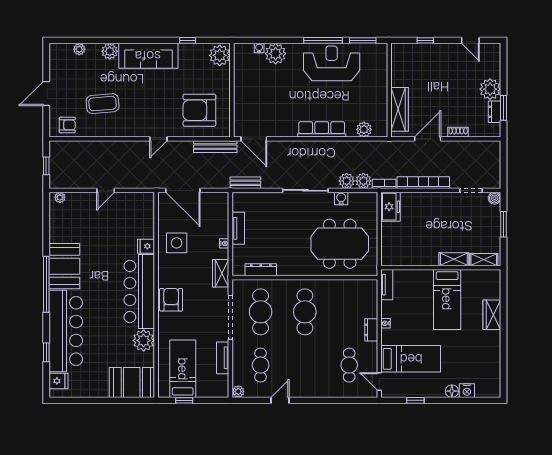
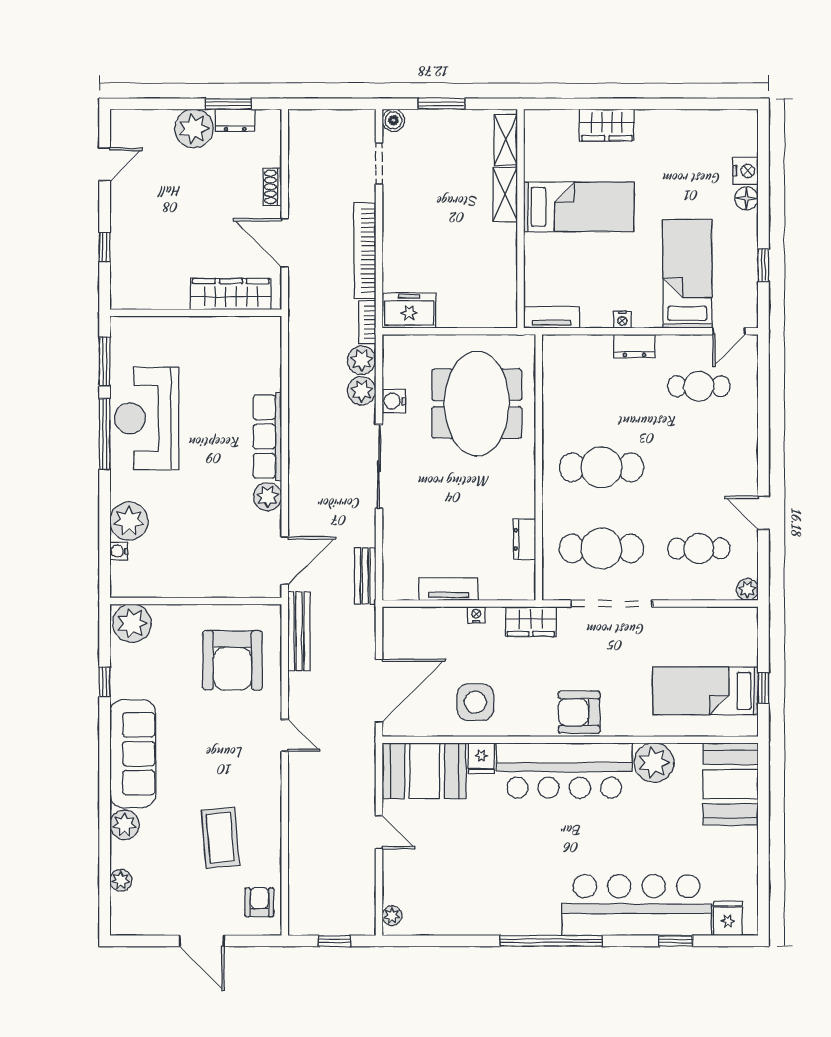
plant: (364, 129) -> (268, 497), moved
booth: (64, 266) -> (425, 771), moved
dresser: (261, 270) -> (524, 539), width x0.70
tv unit: (223, 358) -> (686, 618), removed

